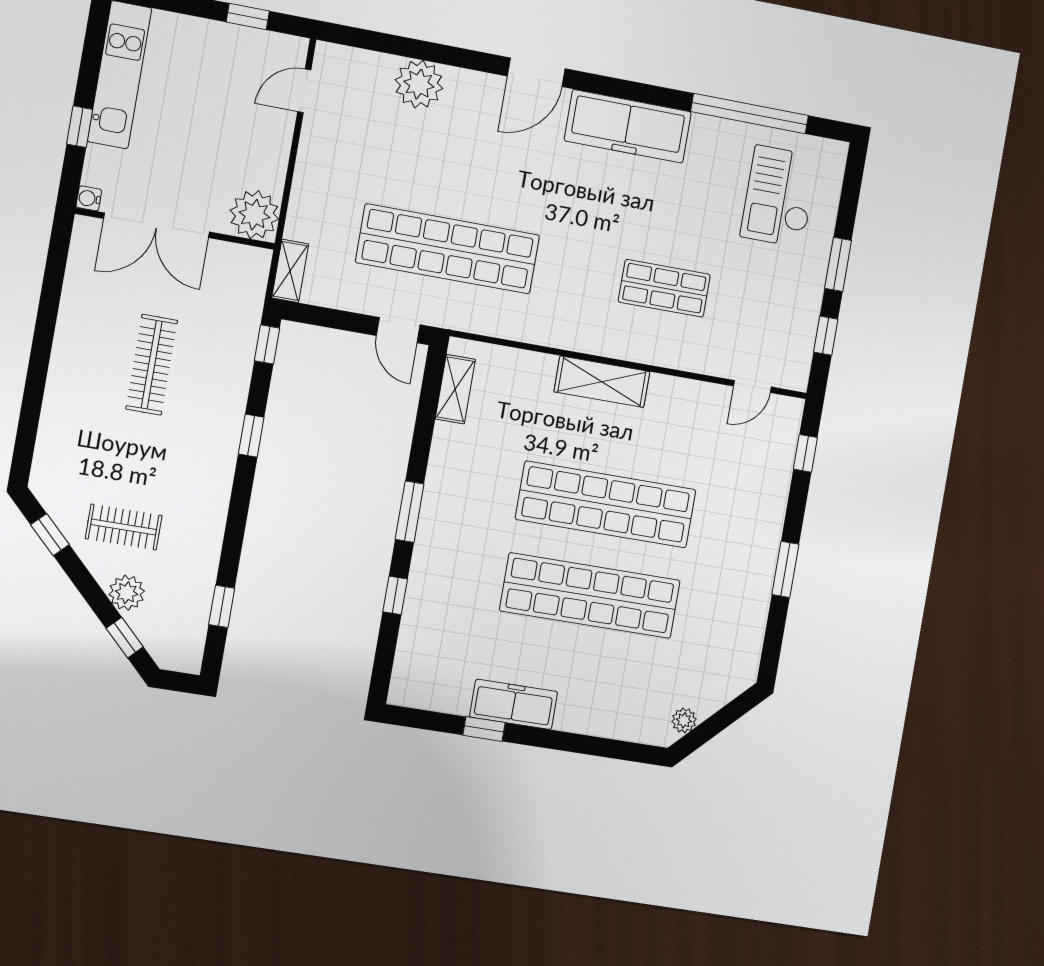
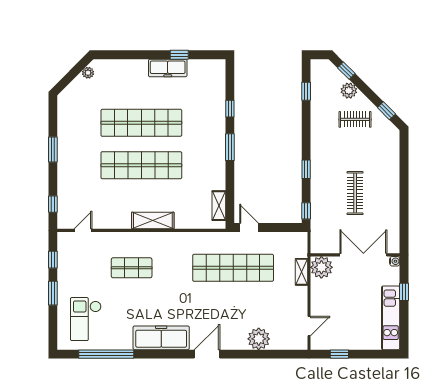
checkout: (779, 196) -> (86, 319), turned 180
shelving: (290, 271) -> (302, 272), moved

